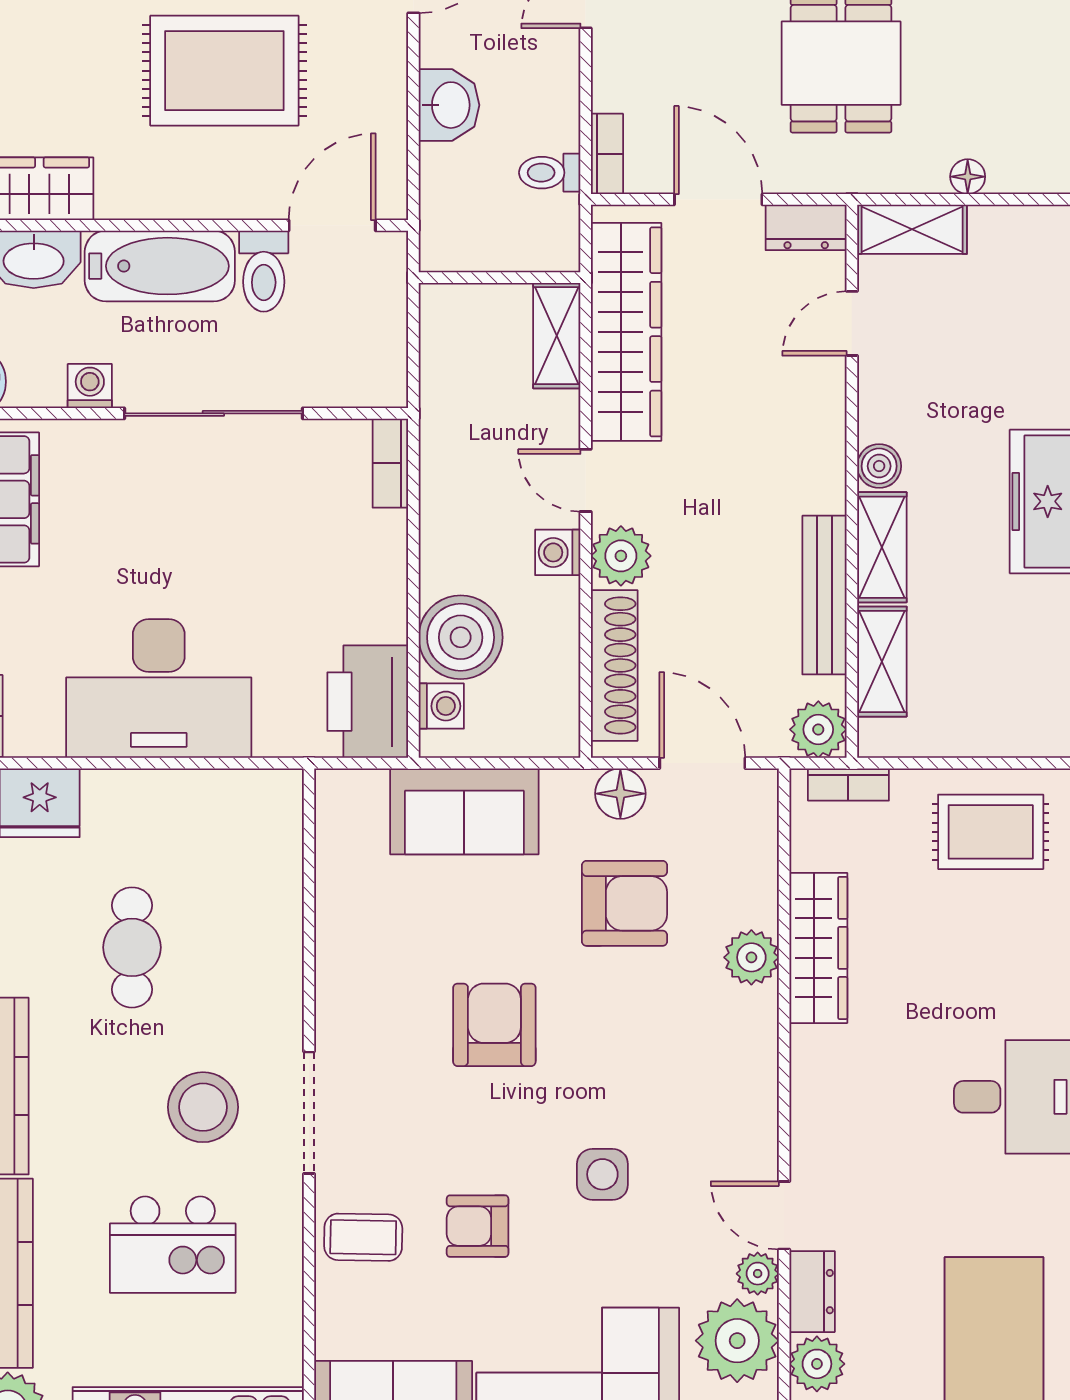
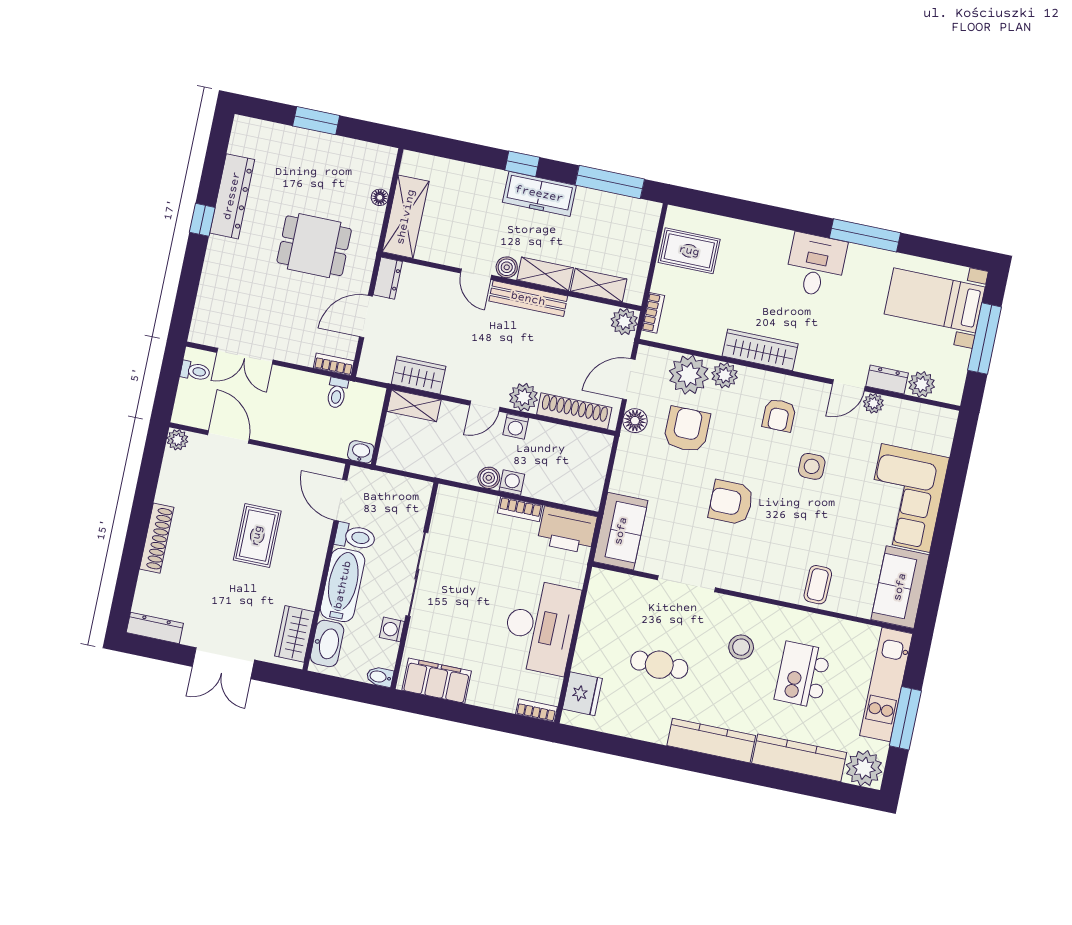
rug: (224, 71) -> (257, 536), width x0.73, depth x0.70
washbasin: (449, 105) -> (361, 452), moved, width x0.72, depth x0.69
shelving: (912, 229) -> (406, 217), width x1.50, depth x1.33
door: (852, 323) -> (476, 274), moved
wardrobe: (626, 332) -> (419, 375), width x0.48, depth x0.85
bookcase: (390, 463) -> (520, 509), moved
bench: (824, 595) -> (528, 299), moved
boiler: (461, 637) -> (489, 478), moved, width x0.54, depth x0.54
washing machine: (441, 706) -> (512, 483), moved
sofa: (464, 811) -> (621, 531), moved
rug: (991, 832) -> (689, 251), turned 90
wardrobe: (818, 948) -> (760, 350), moved
stool: (203, 1107) -> (741, 647), width x0.73, depth x0.73
doorway: (309, 1113) -> (687, 584), moved
armchair: (478, 1226) -> (779, 415), moved
kitchen island: (173, 1245) -> (803, 675), turned 180
plant: (737, 1341) -> (689, 375), moved

